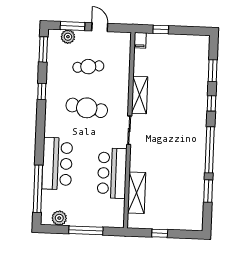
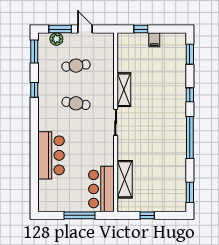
filing cabinet: (140, 40) -> (154, 40), moved
window: (213, 71) -> (190, 54), moved
cafe table: (87, 108) -> (76, 103), width x0.73, depth x0.74
bar counter: (112, 173) -> (101, 189), moved
window: (38, 189) -> (34, 179), removed
window: (208, 191) -> (190, 192), moved
plant: (59, 218) -> (55, 205), removed

